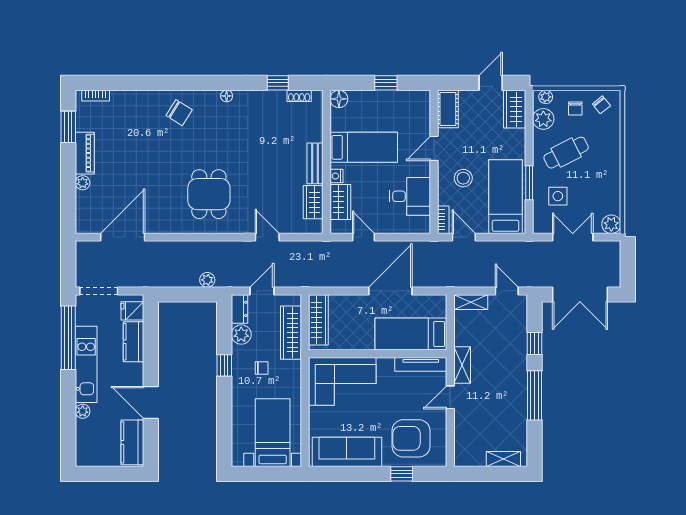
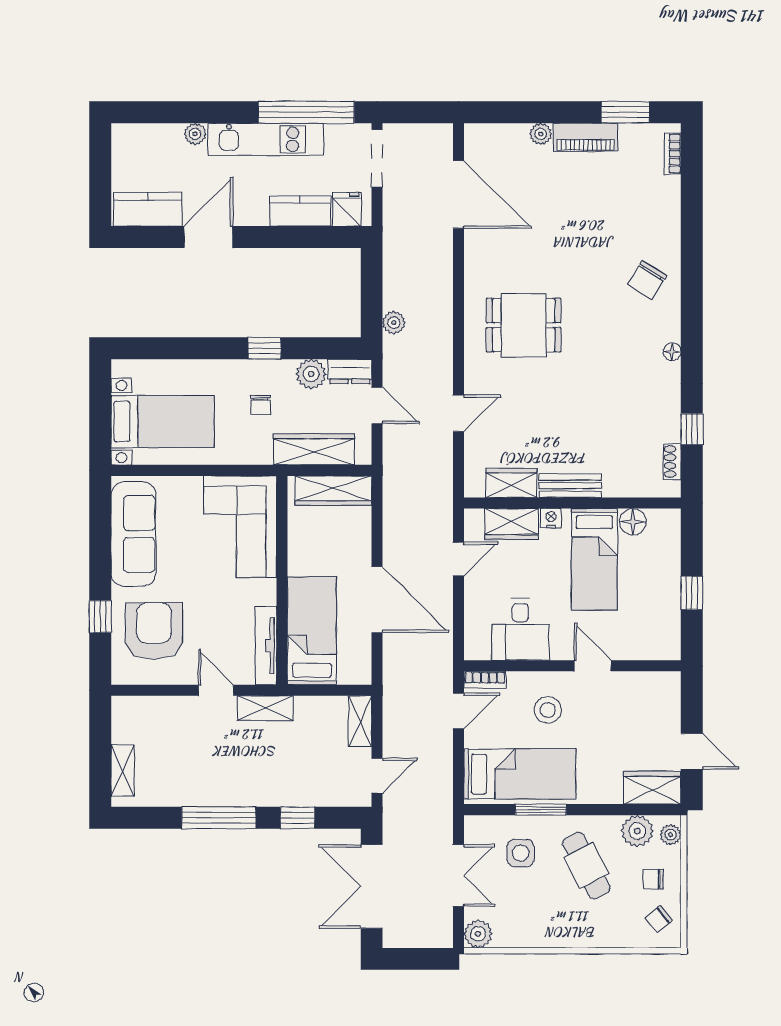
floor lamp: (339, 99) -> (633, 522), moved
cot: (448, 109) -> (652, 687), removed

